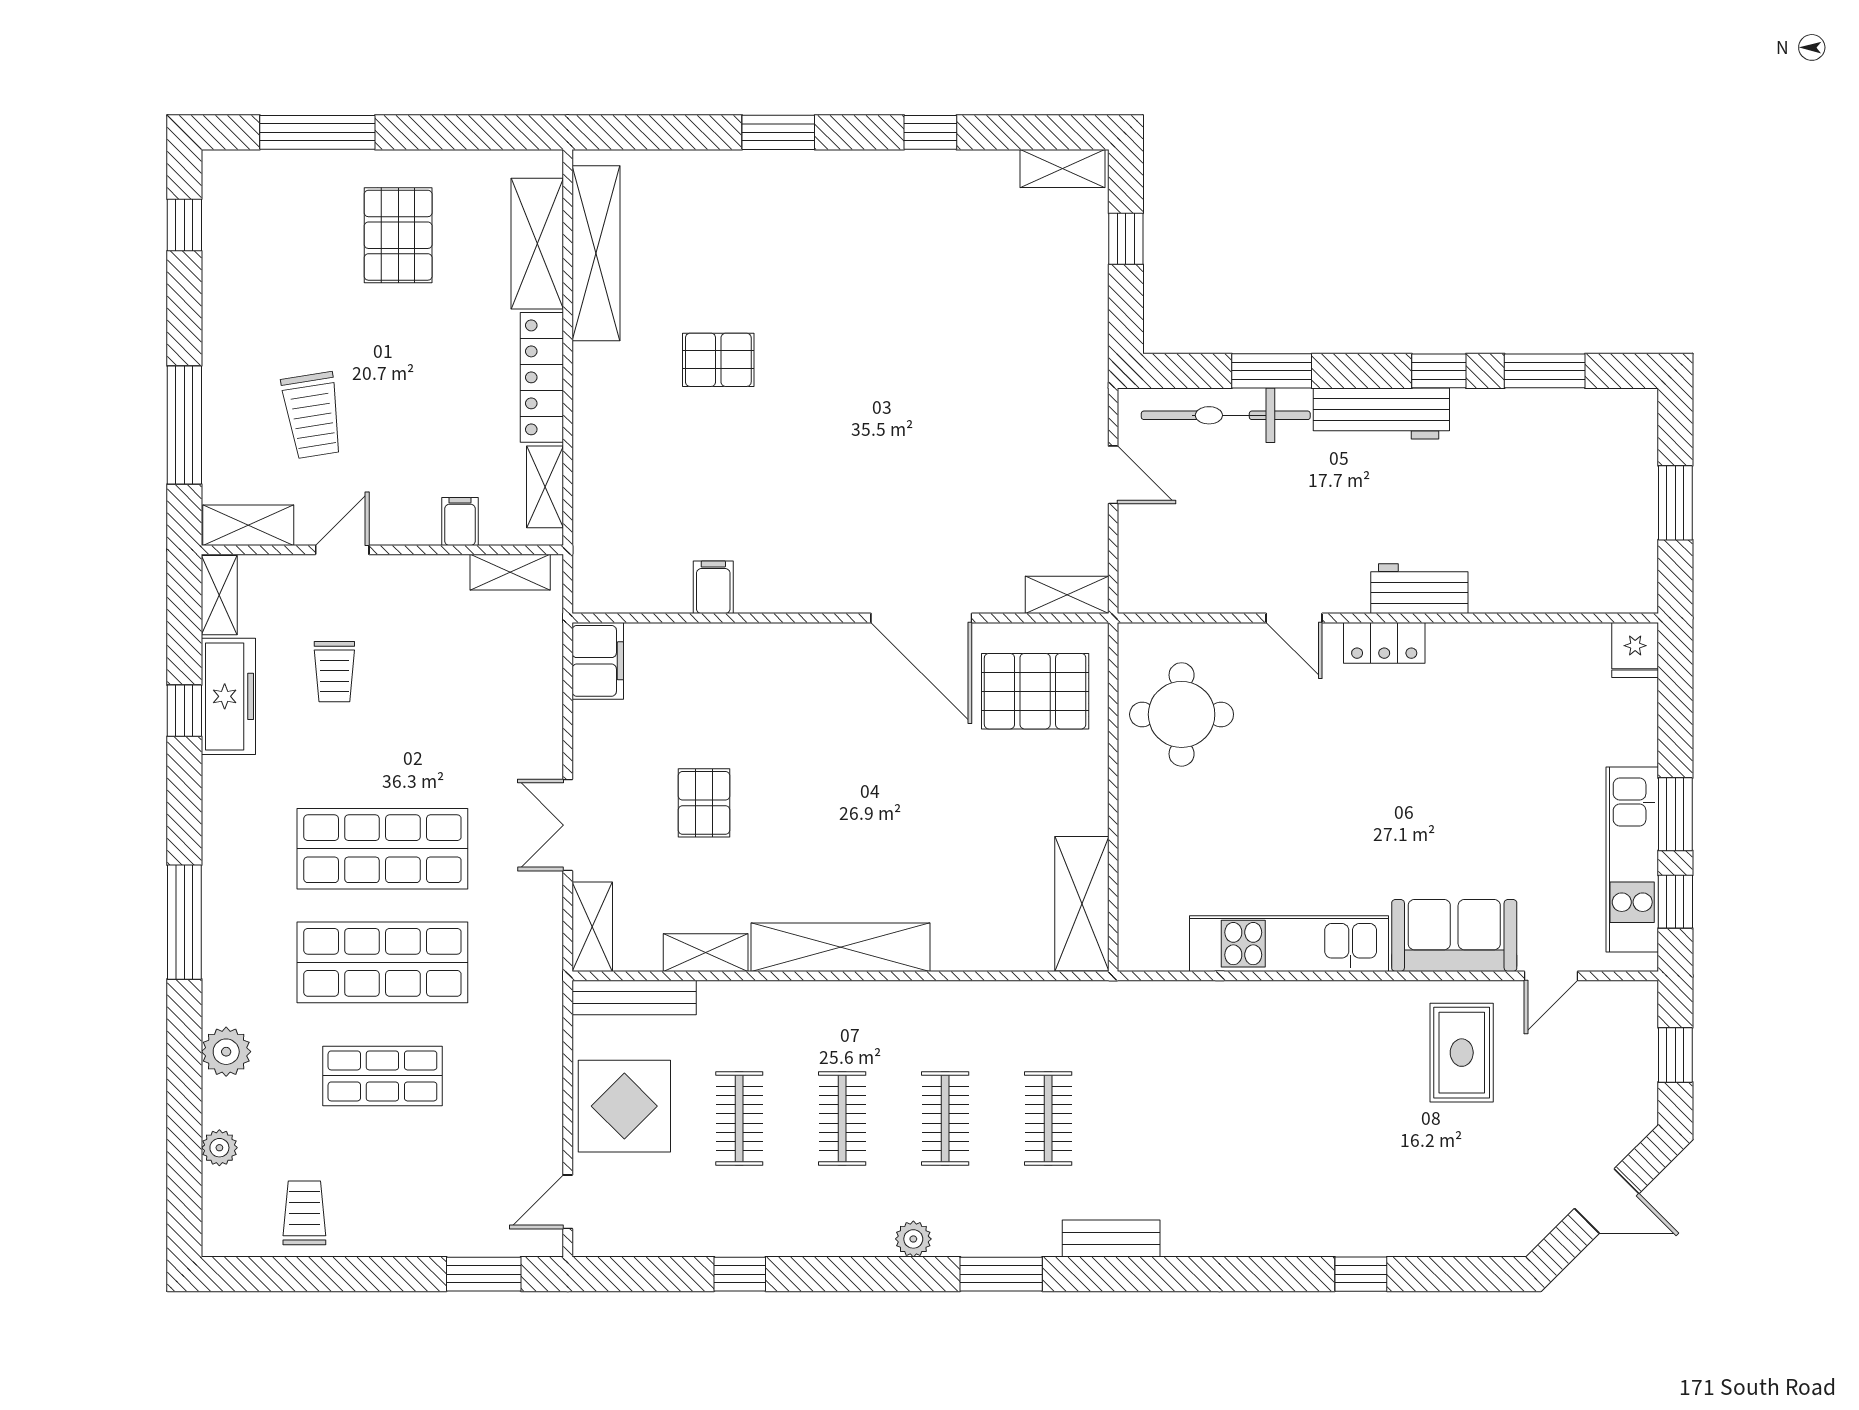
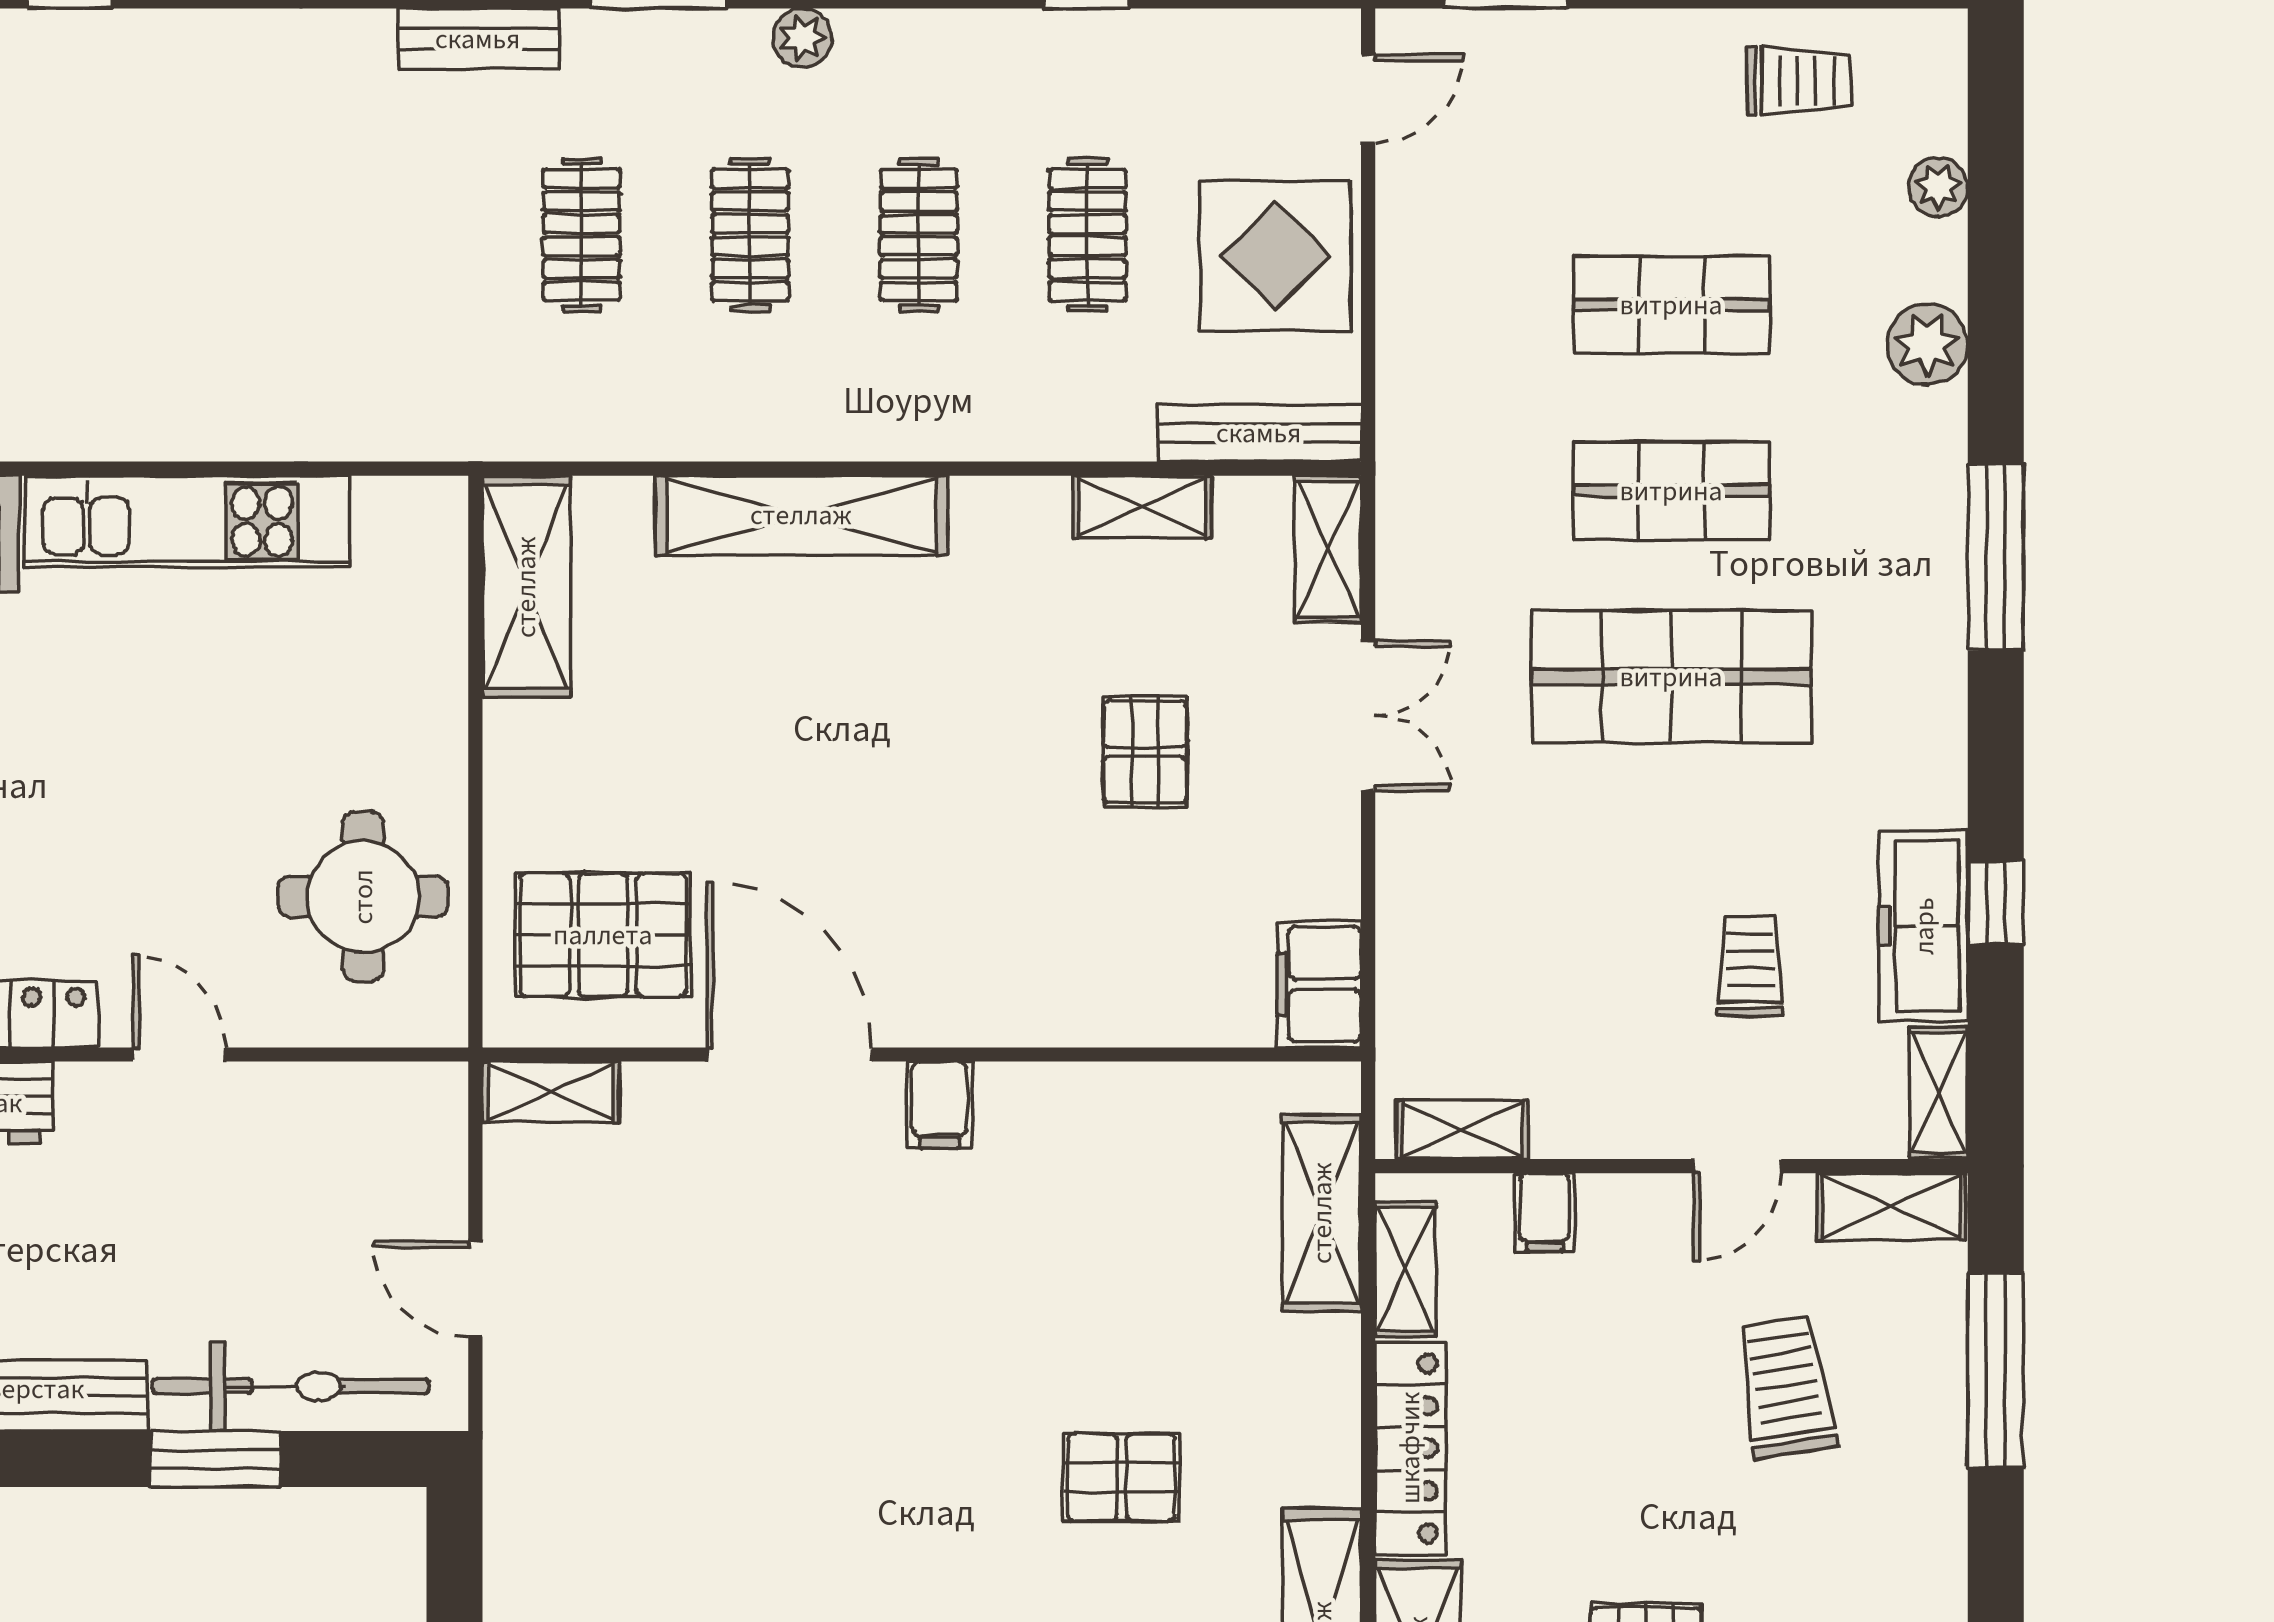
shelving: (596, 521) -> (1322, 1213), added
filing cabinet: (713, 587) -> (940, 1105), moved
shelving: (841, 947) -> (801, 515), moved
shop shelf: (382, 962) -> (1671, 491), width x0.70, depth x0.74
trolley: (304, 1213) -> (1799, 80), turned -90

